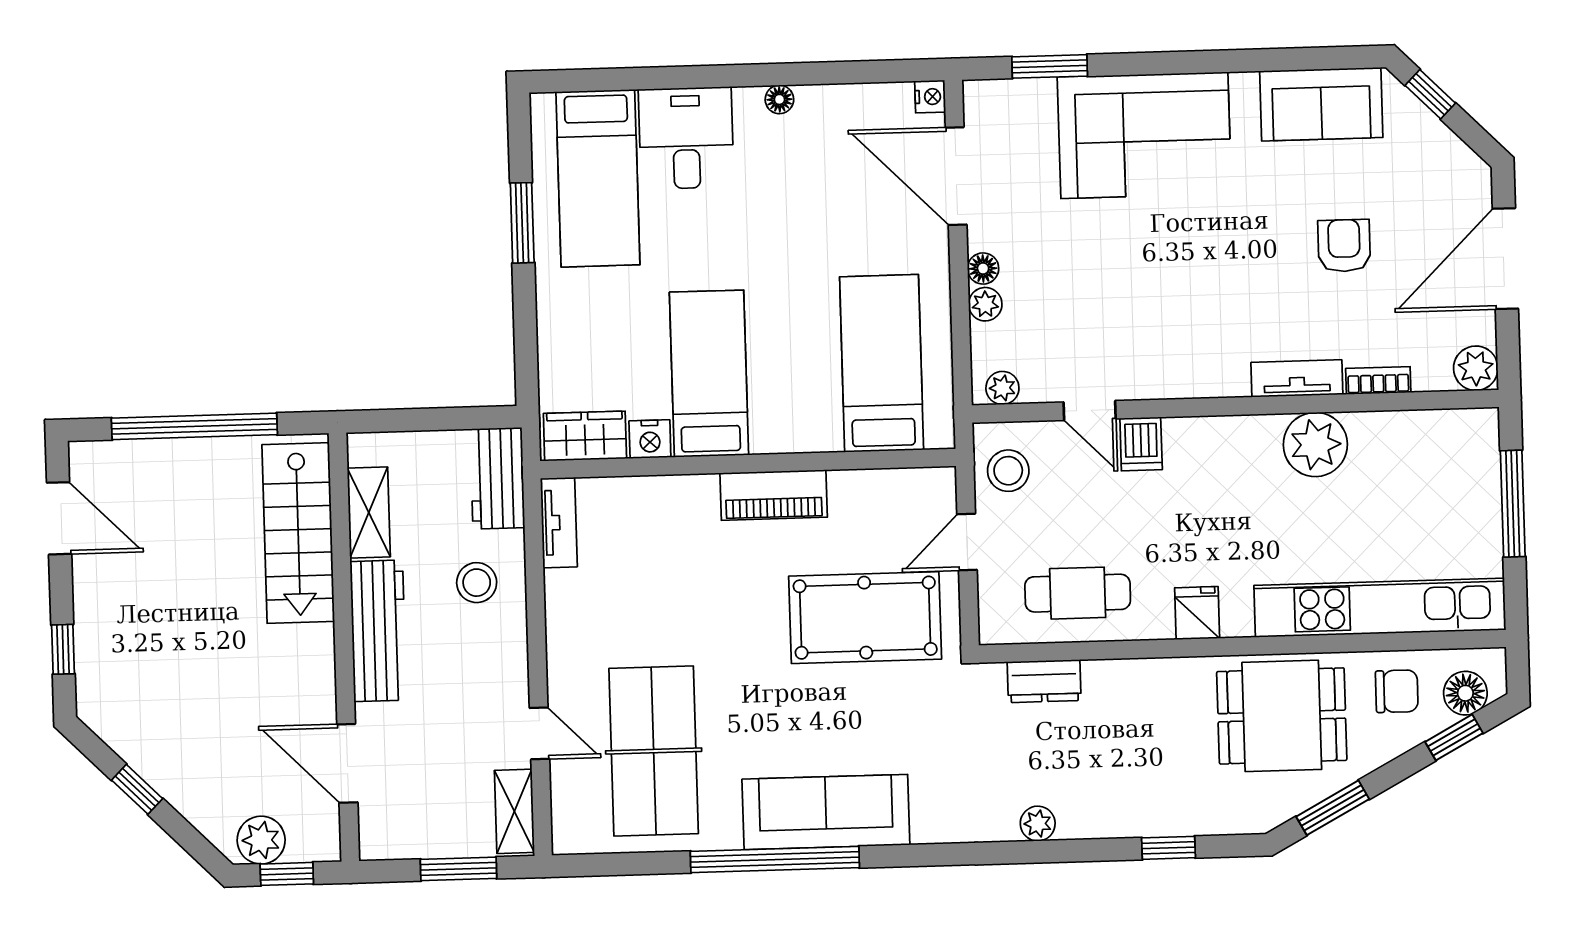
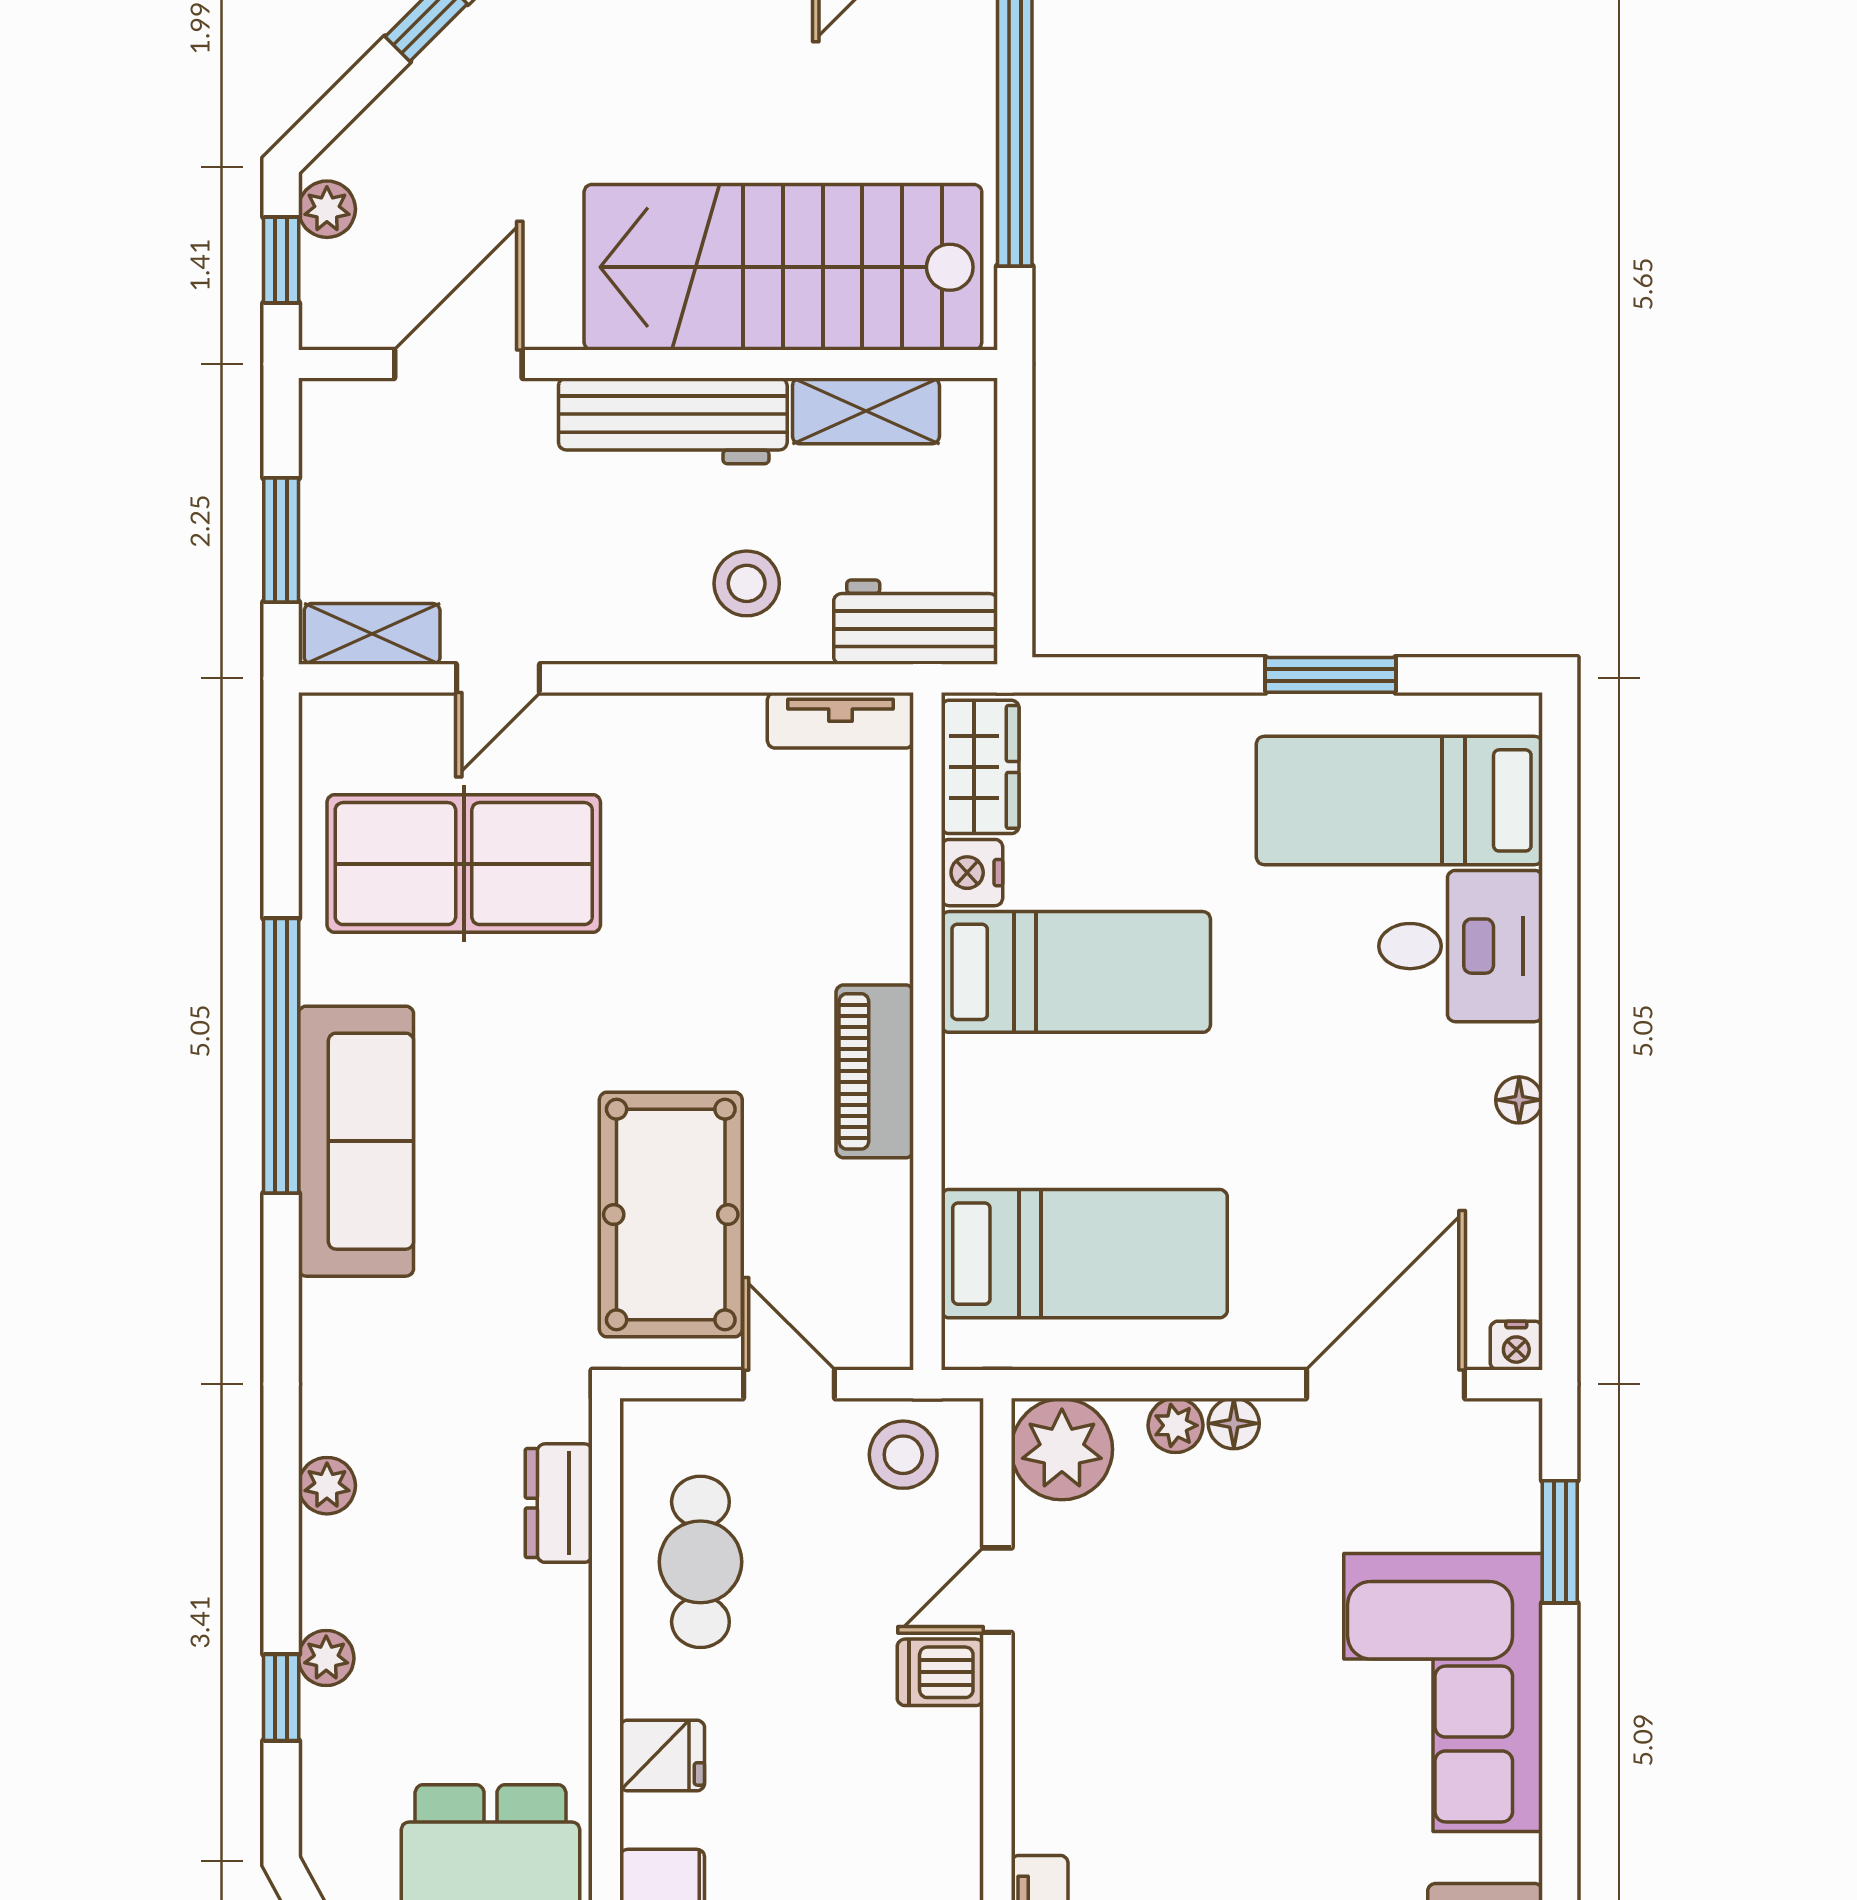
plant: (1002, 388) -> (1062, 1449), width x1.87, depth x1.87
stairs: (298, 533) -> (783, 267), width x1.36, depth x1.51
plant: (1143, 821) -> (326, 1658), added
plant: (261, 840) -> (327, 209), width x0.73, depth x0.73

